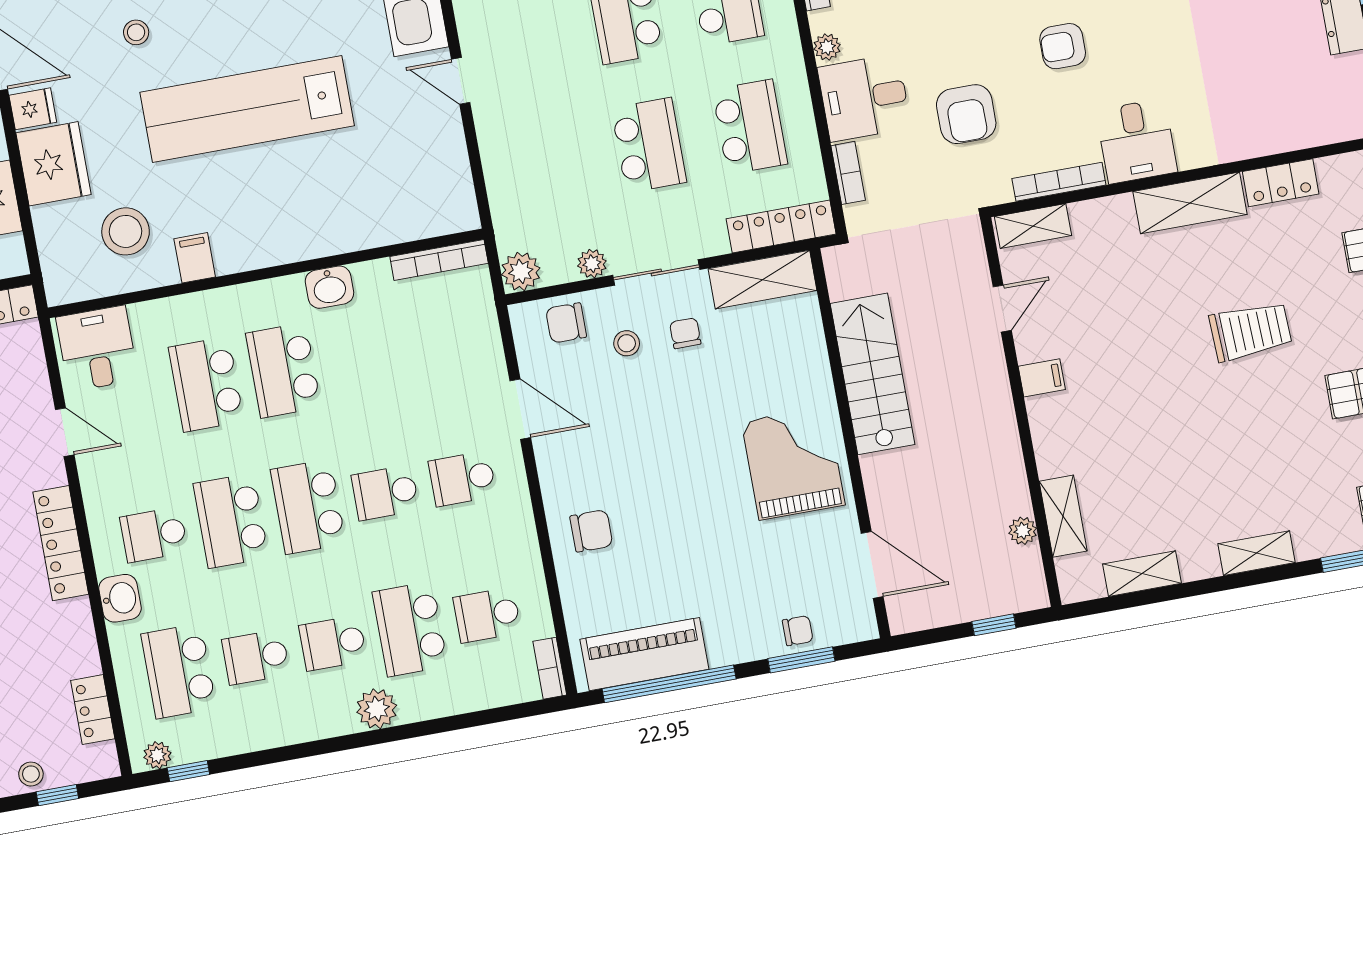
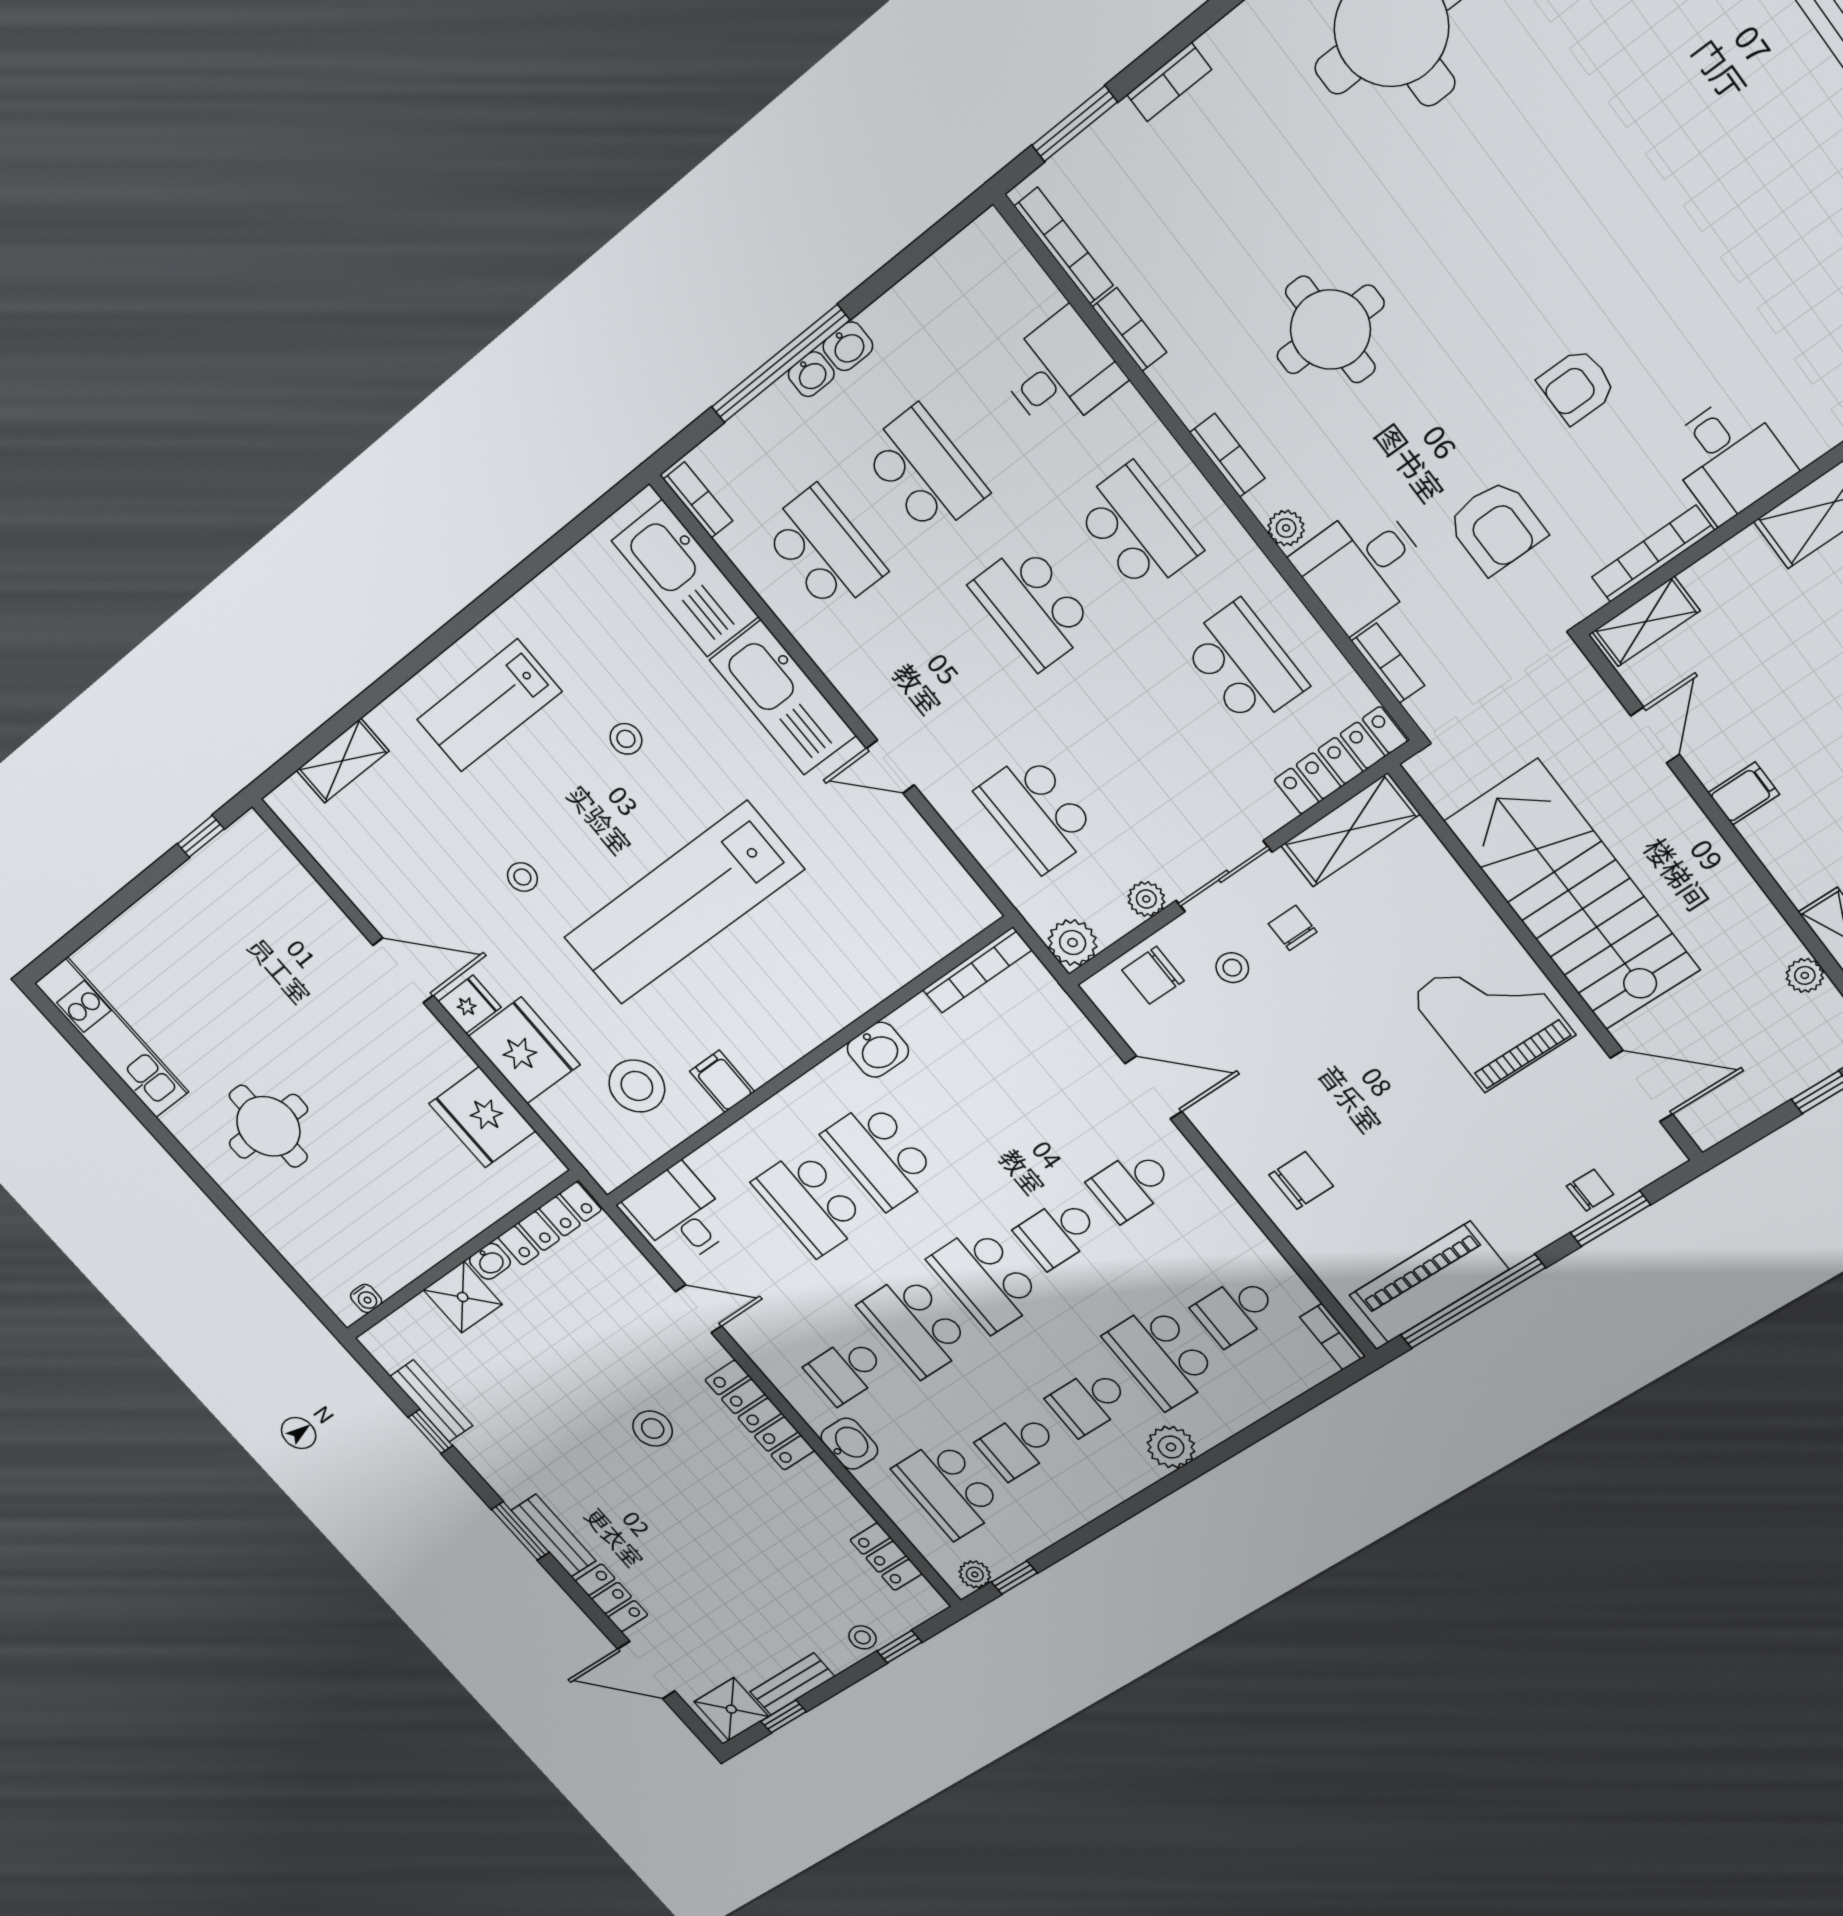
school desk: (649, 145) -> (1037, 812), moved, turned 180
stairs: (873, 374) -> (1572, 896), width x1.36, depth x1.51

